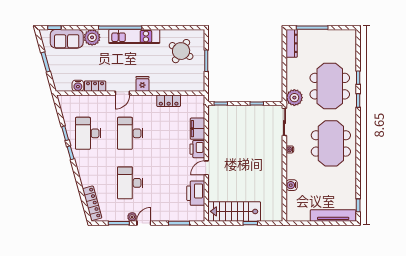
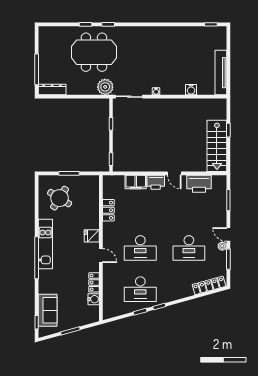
plant: (92, 37) -> (46, 285), removed
meeting table: (331, 143) -> (150, 51), removed
tv unit: (333, 216) -> (221, 73), moved

